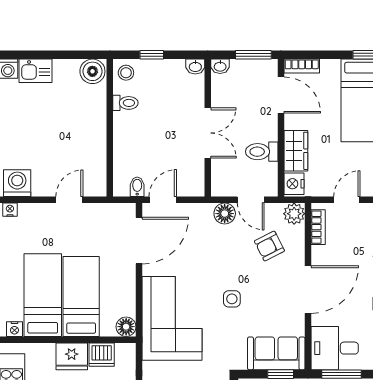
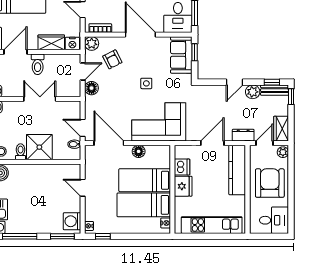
shower: (133, 132) -> (39, 147), added
toilet: (262, 152) -> (38, 64), moved
floor lamp: (126, 327) -> (139, 151), moved

